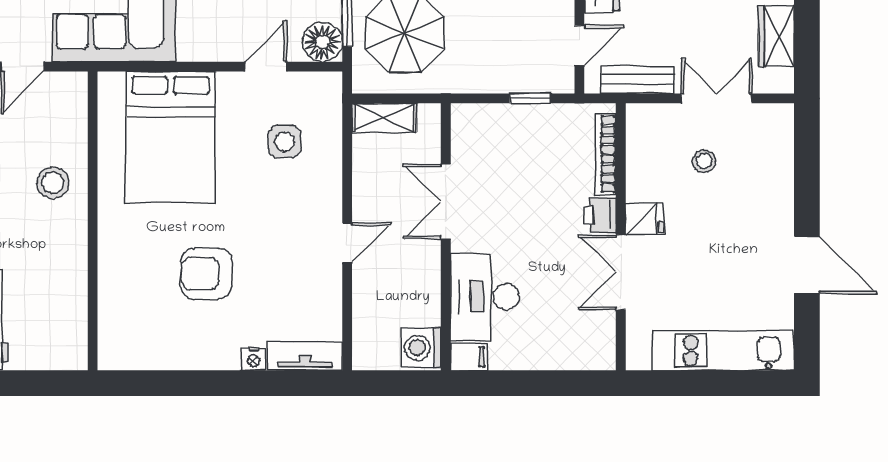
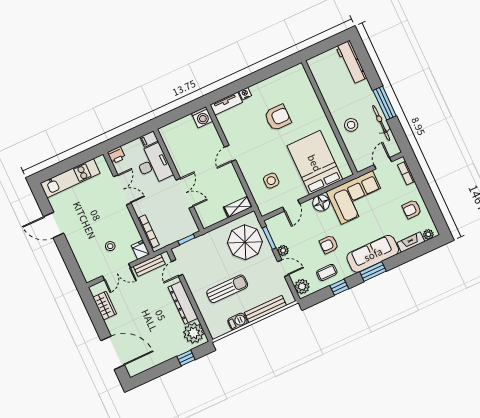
floor lamp: (322, 42) -> (321, 203), moved
double door: (446, 202) -> (185, 193), moved
printer: (600, 215) -> (116, 155), moved, turned 90
fridge: (645, 219) -> (140, 250), moved, turned 90
wall: (446, 237) -> (179, 180), moved
desk: (485, 297) -> (153, 164), moved
washing machine: (421, 348) -> (202, 117), moved, turned 90
filing cabinet: (469, 357) -> (149, 139), moved

